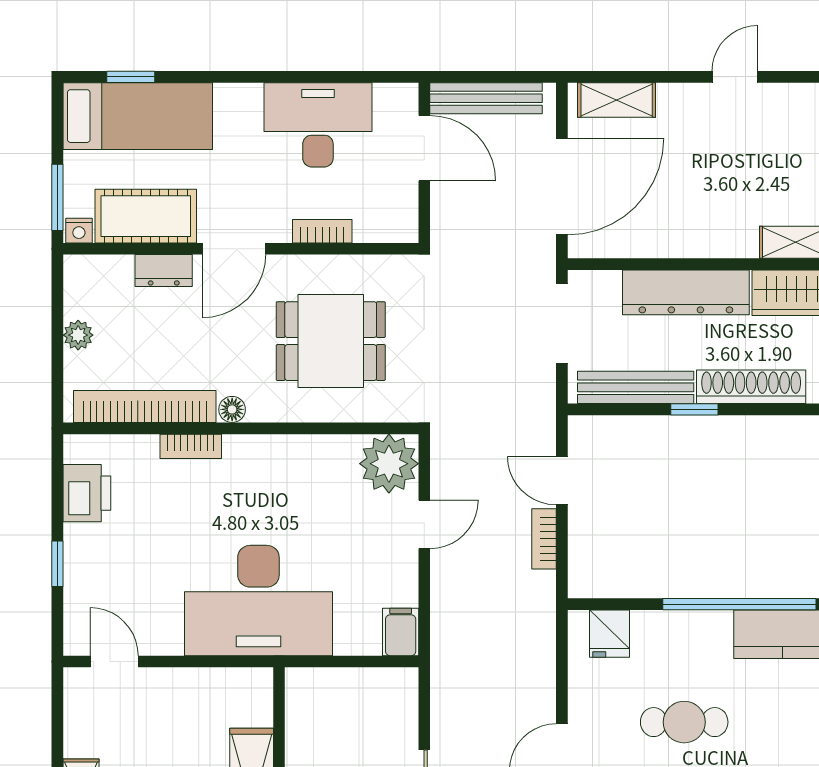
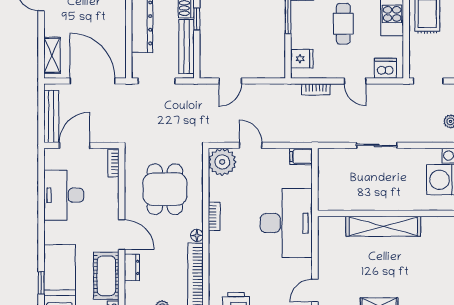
bookcase: (322, 231) -> (113, 163), moved
bookcase: (191, 446) -> (214, 216), moved
bookcase: (544, 539) -> (316, 89), moved

